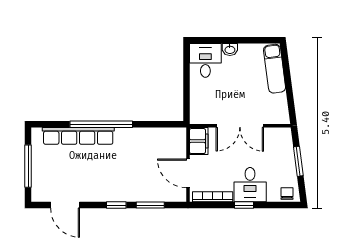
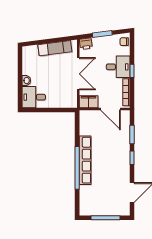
exam couch: (275, 69) -> (55, 48), moved
row of seats: (78, 136) -> (85, 160), moved
printer: (284, 137) -> (86, 44), added
door: (188, 173) -> (111, 109), hinge flipped

